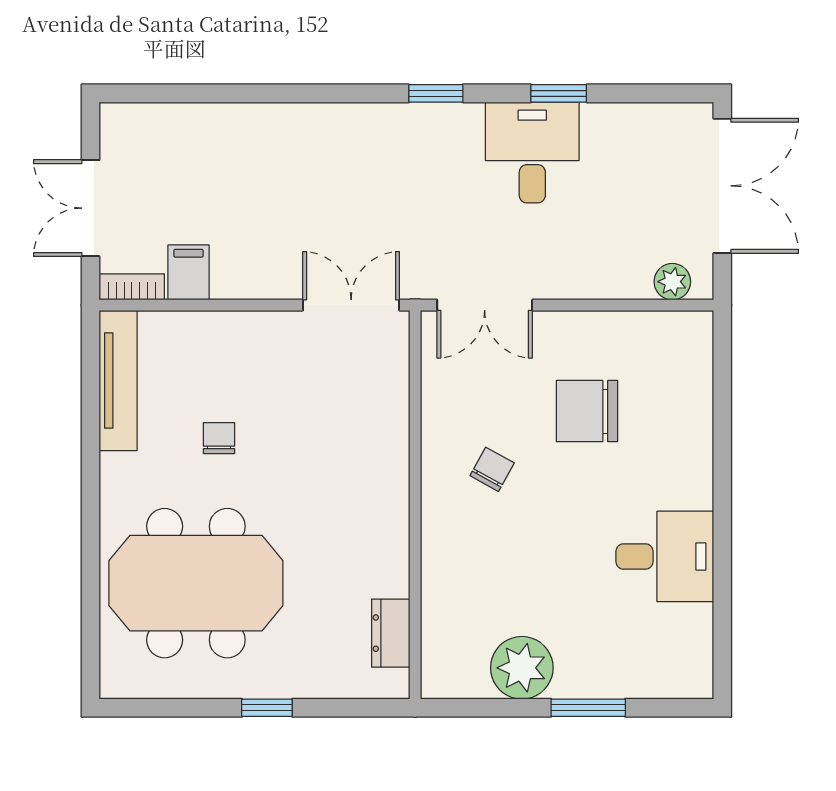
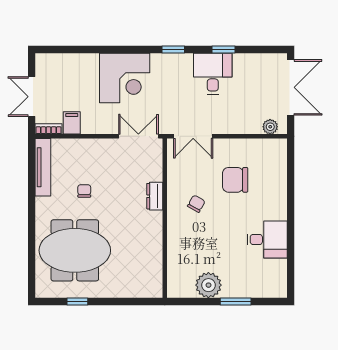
corner desk: (317, 163) -> (125, 78), added
dresser: (391, 633) -> (155, 196), moved
window: (267, 708) -> (77, 302), moved

